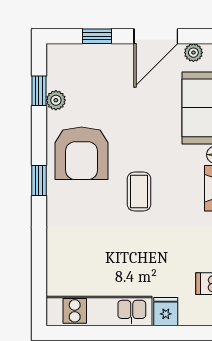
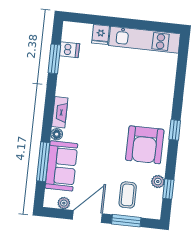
window: (97, 36) -> (126, 221), width x1.50
armchair: (81, 153) -> (145, 145), turned 180
coffee table: (139, 192) -> (128, 195), moved

